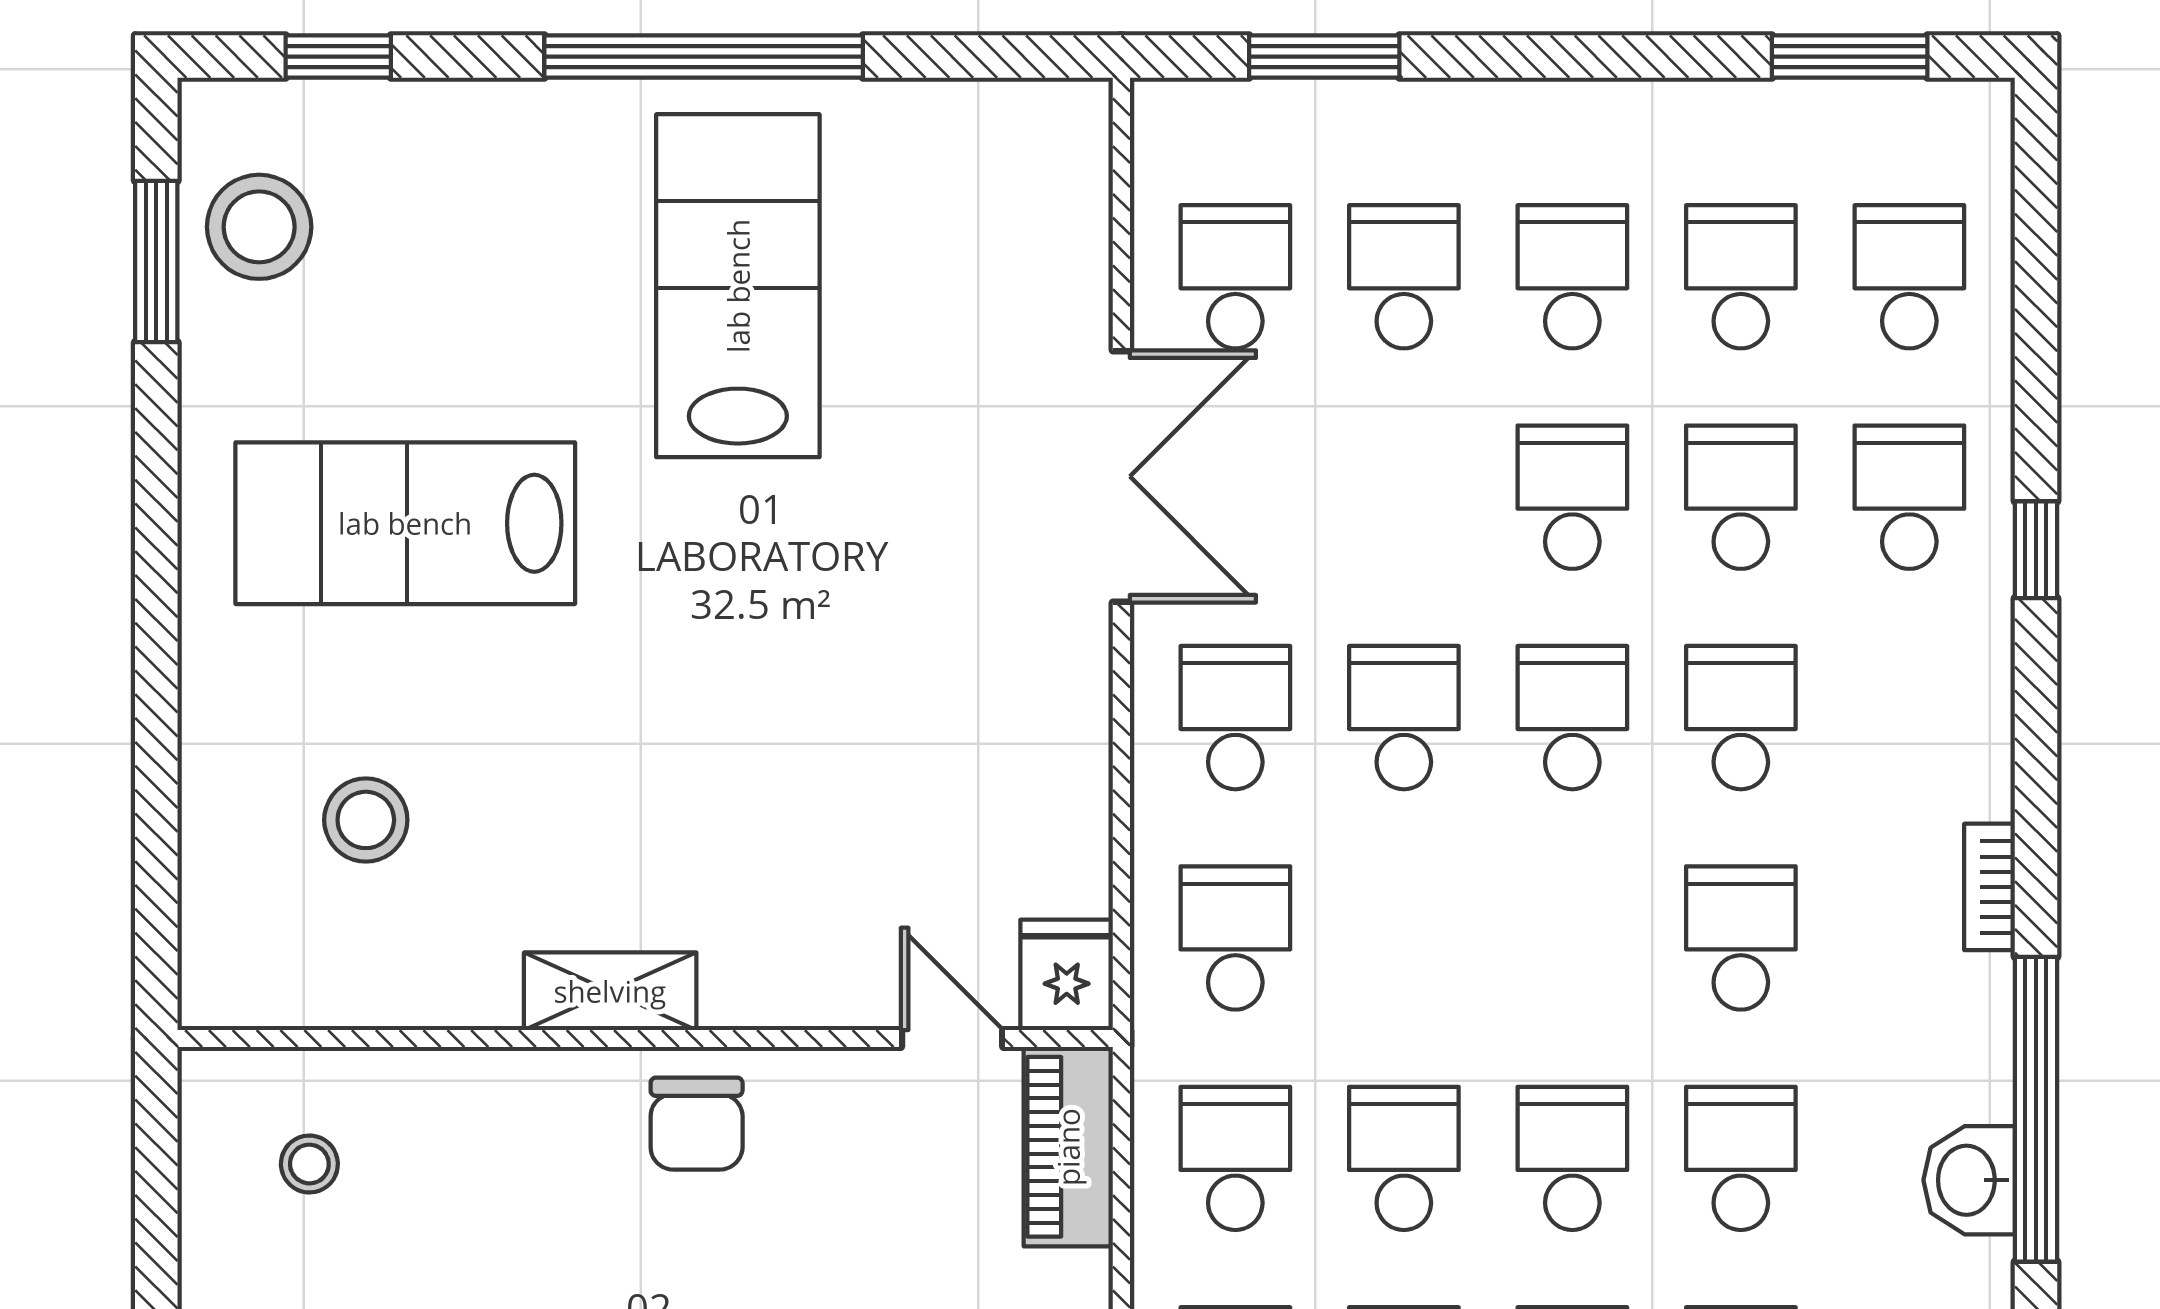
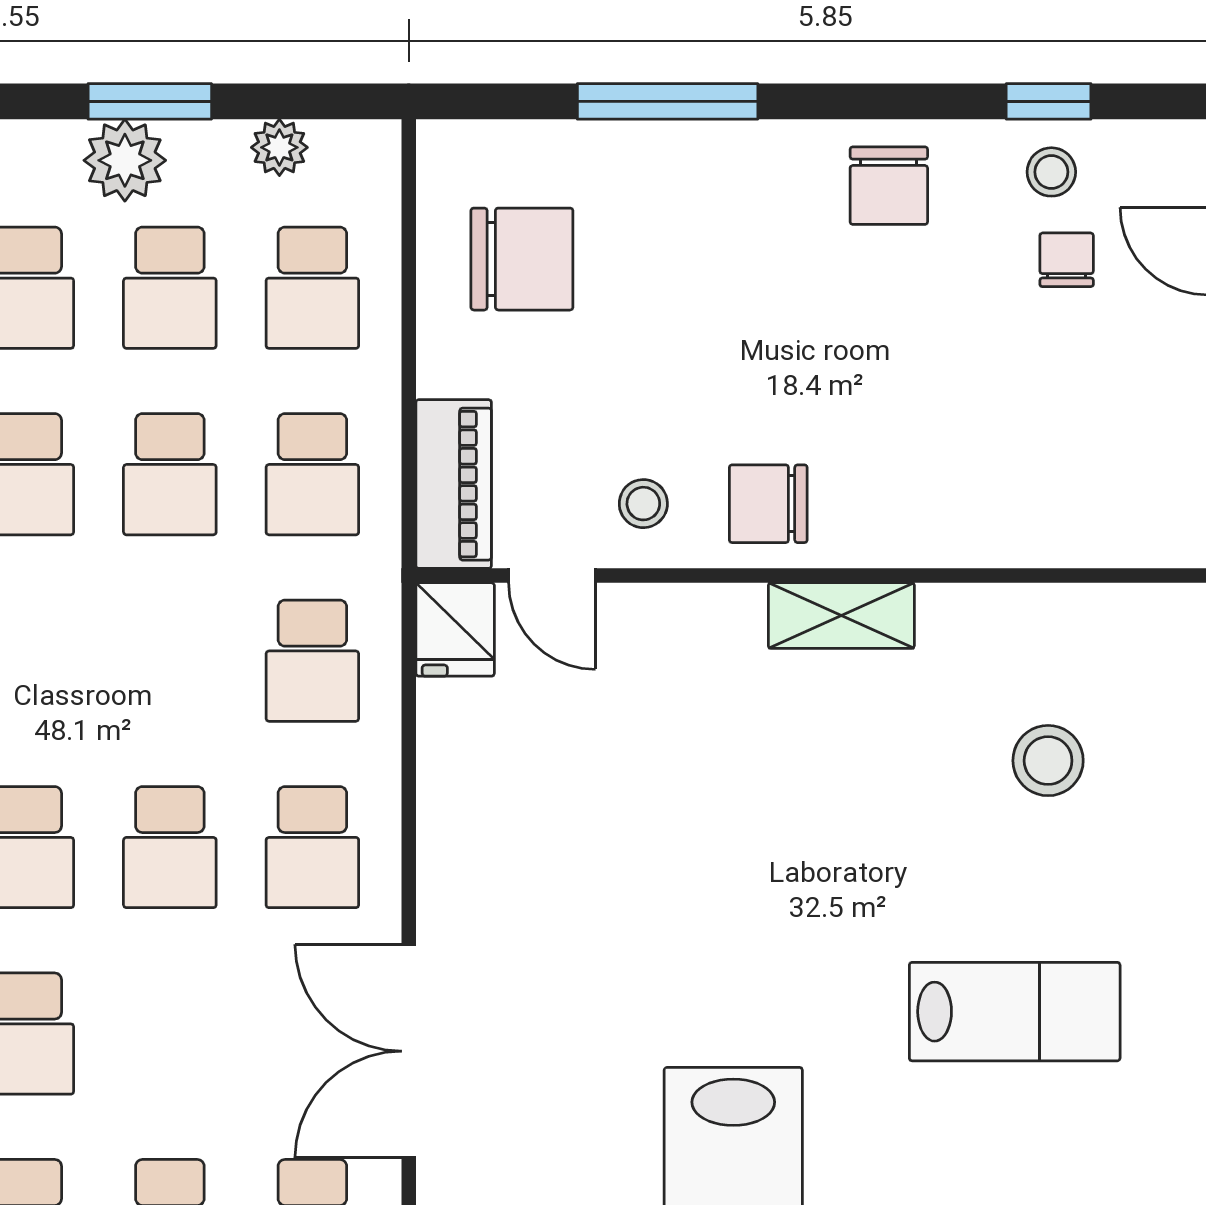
lab bench: (405, 523) -> (1015, 1012), width x0.73, depth x0.72
chair: (697, 1124) -> (768, 504), turned -90
stool: (309, 1164) -> (643, 504), moved

